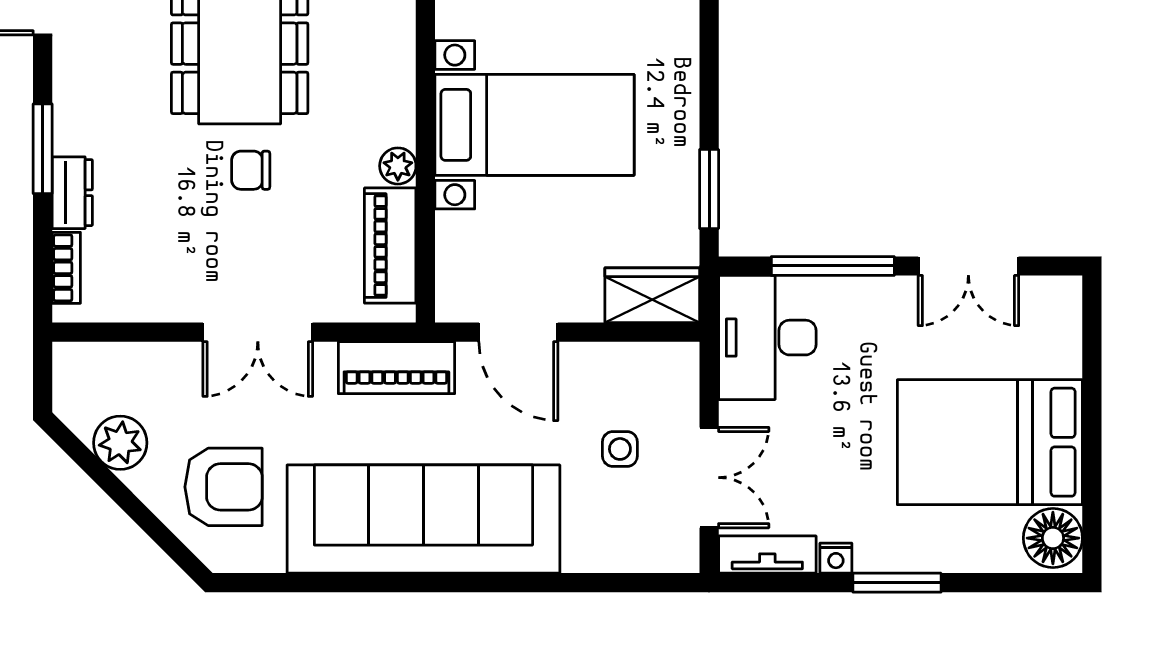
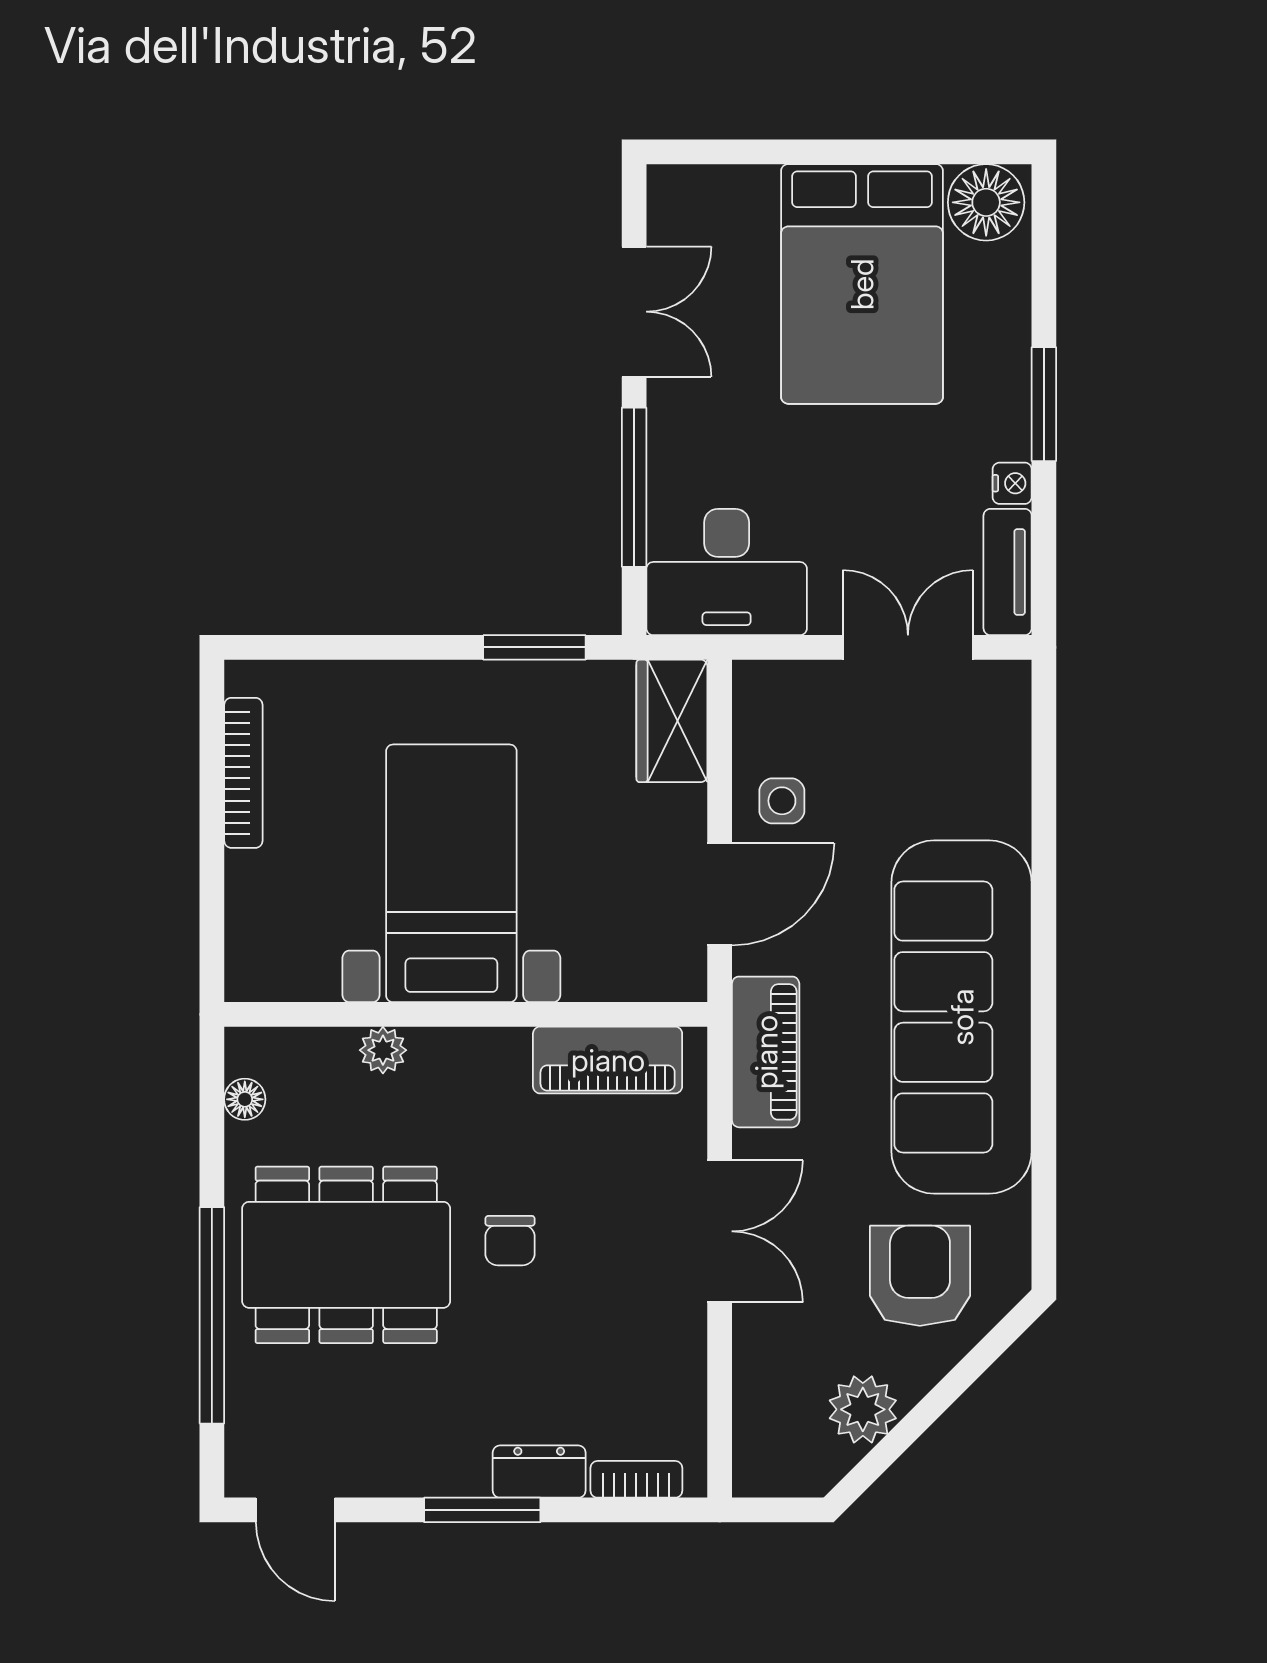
plant: (398, 166) -> (383, 1050), moved
side table: (620, 449) -> (782, 801), moved

